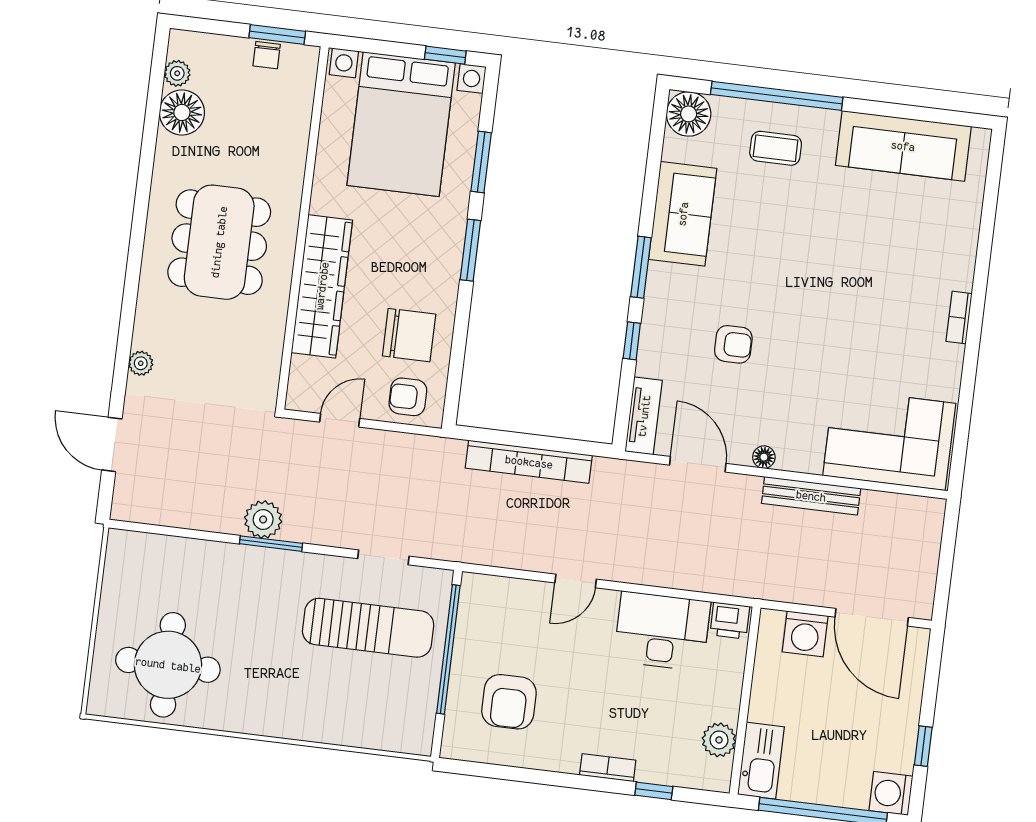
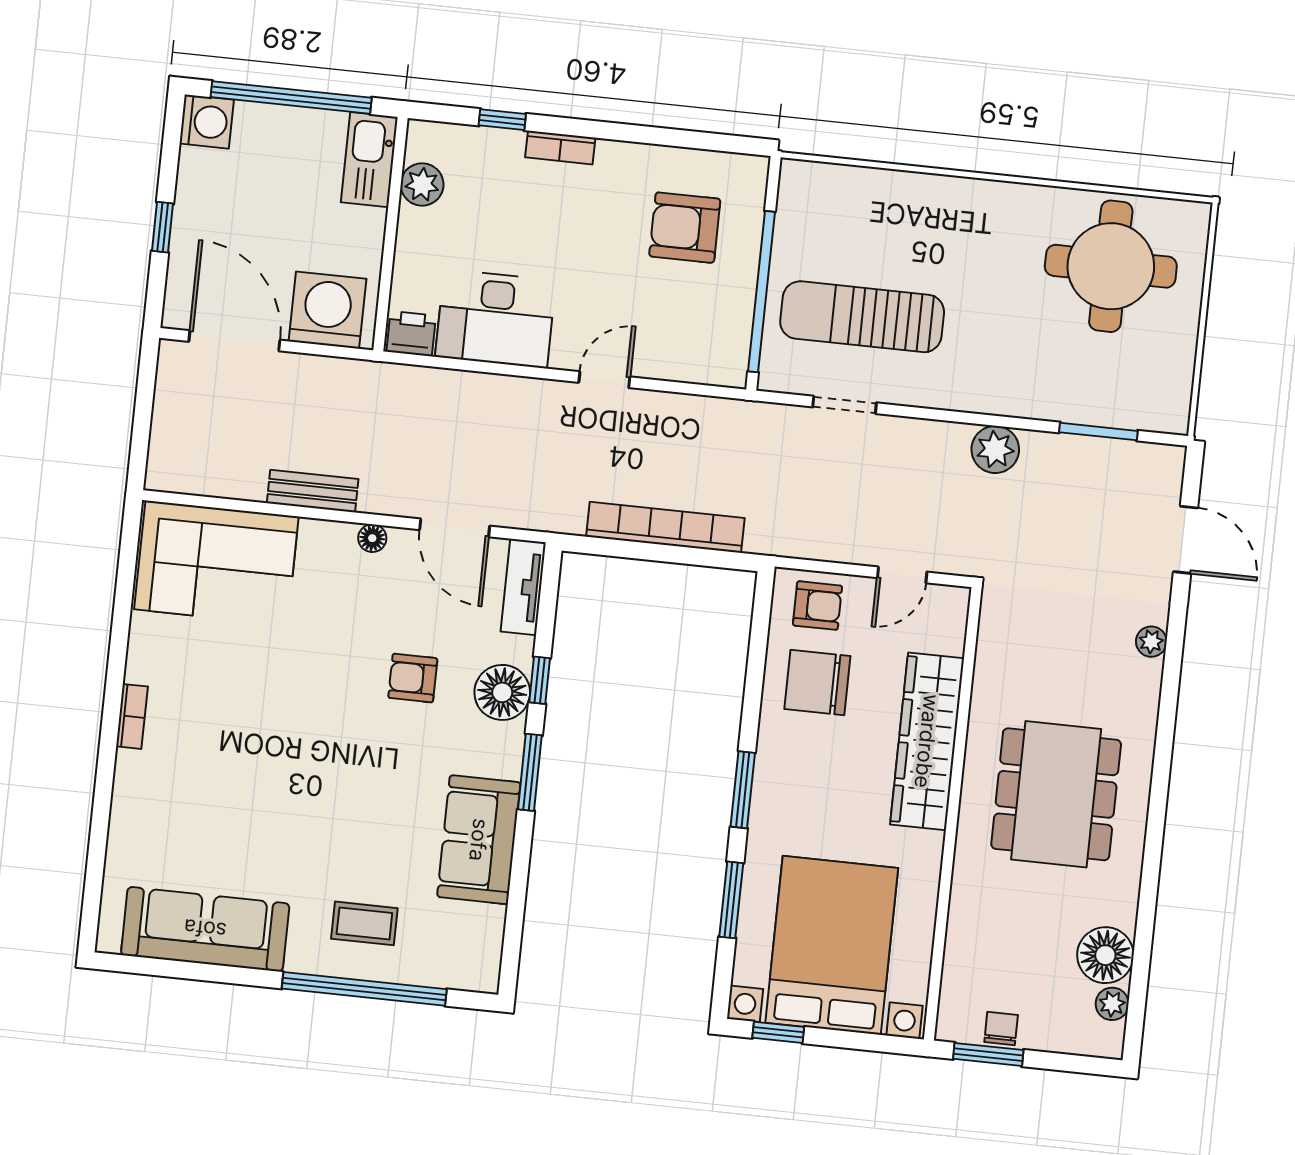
floor lamp: (689, 114) -> (502, 692), moved
bench: (811, 496) -> (313, 491), width x0.73
window: (271, 544) -> (1098, 432), moved
washing machine: (805, 634) -> (328, 310), width x1.37, depth x1.37
armchair: (509, 702) -> (685, 228), turned -90
window: (923, 746) -> (163, 227), moved

